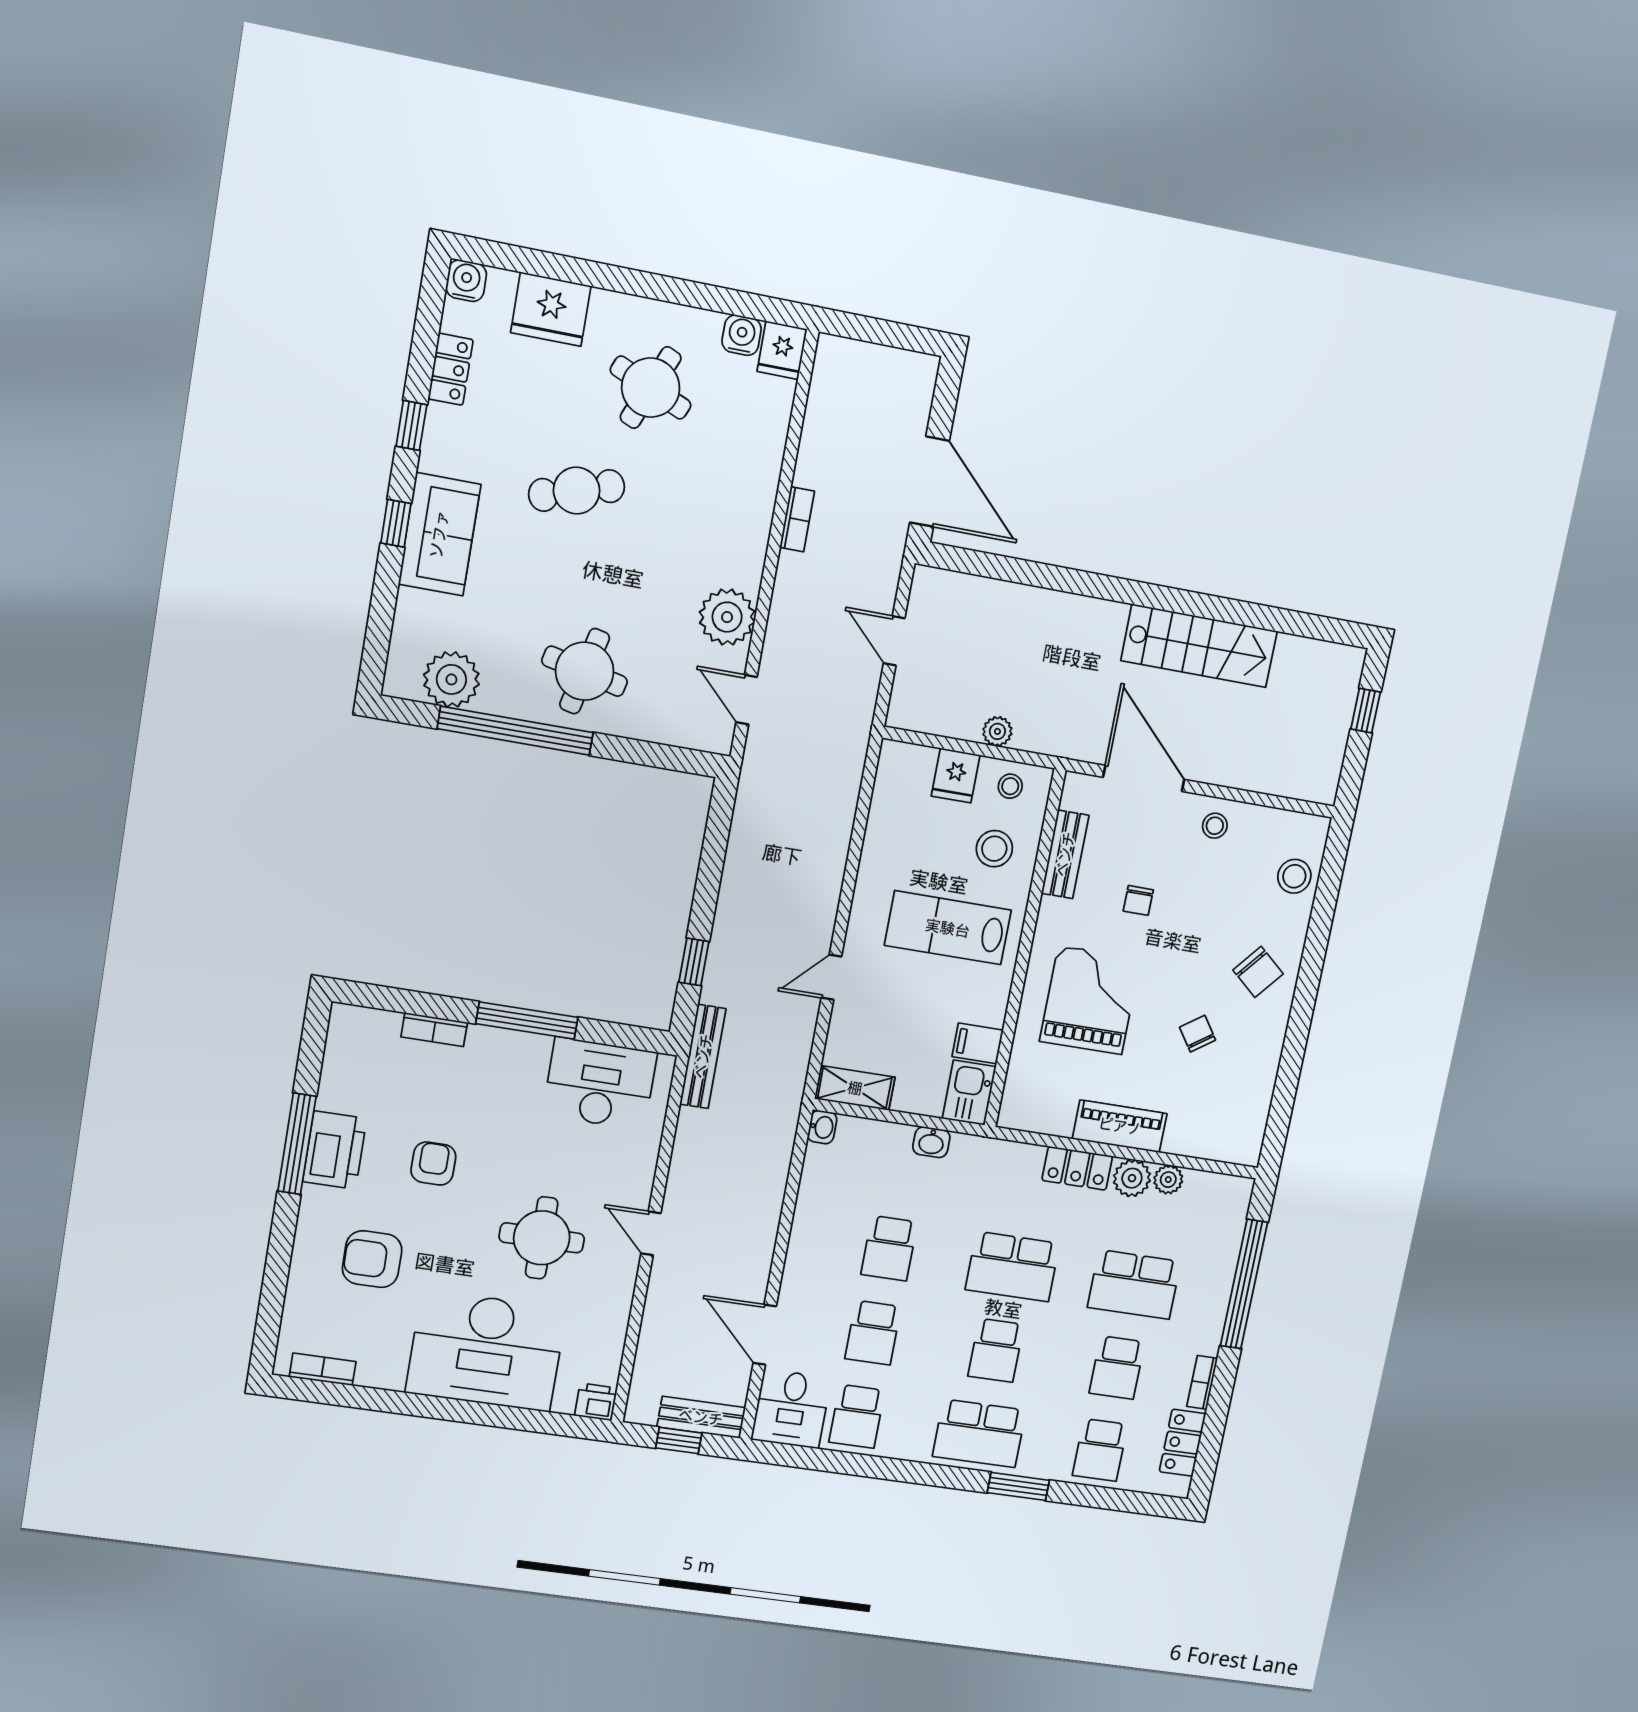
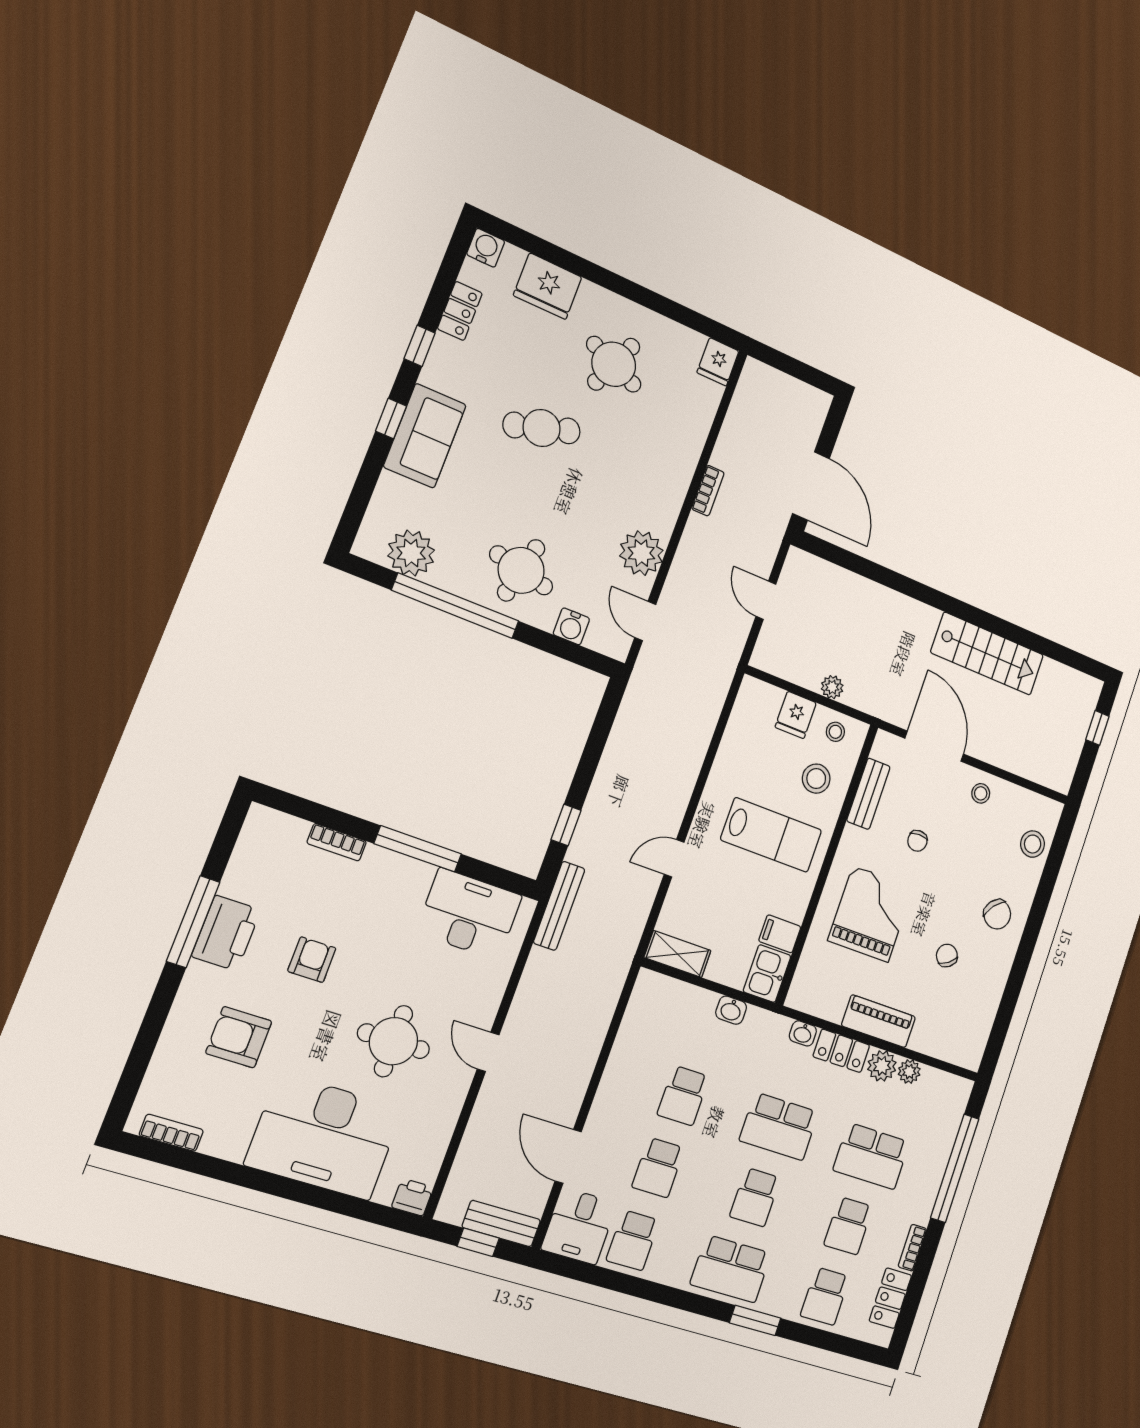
water cooler: (742, 335) -> (571, 626), moved, turned 180
lab bench: (948, 928) -> (771, 835), turned 180
washbasin: (822, 1127) -> (803, 1033), moved, turned 90

